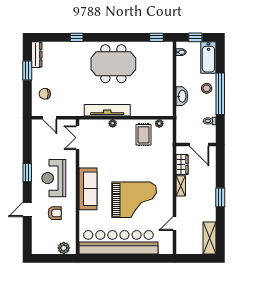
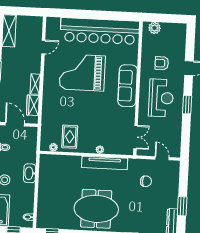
chair: (45, 94) -> (146, 181), moved

